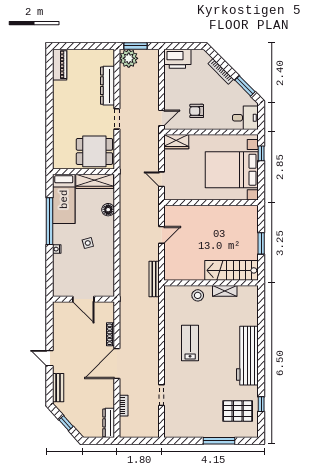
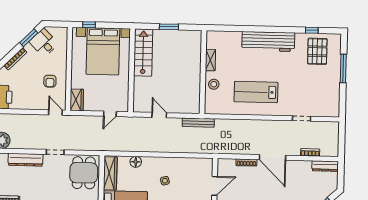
desk: (245, 118) -> (44, 43), moved, turned -45
stairs: (231, 270) -> (143, 53), moved, turned 180
lab bench: (190, 343) -> (256, 92), width x1.36, depth x1.39

